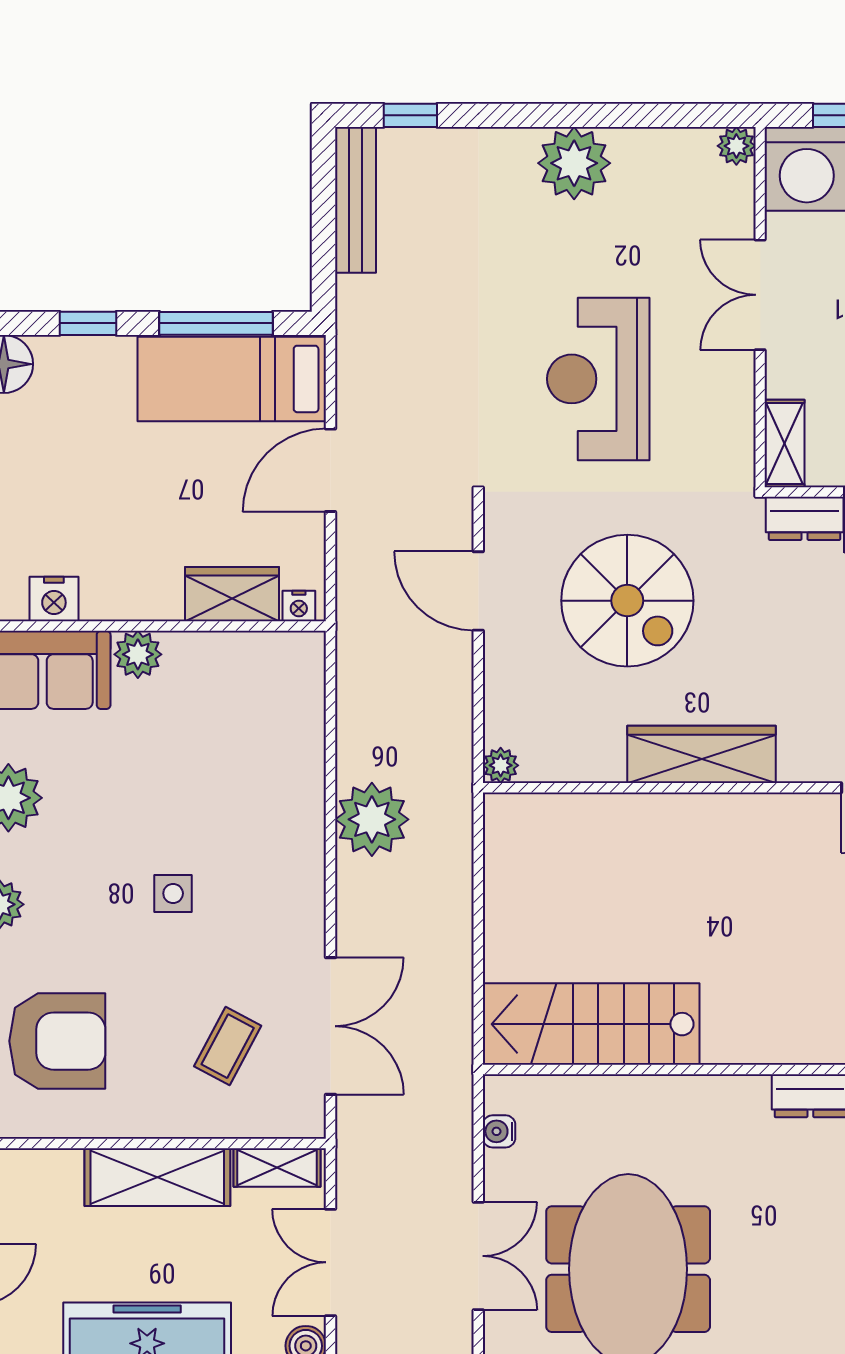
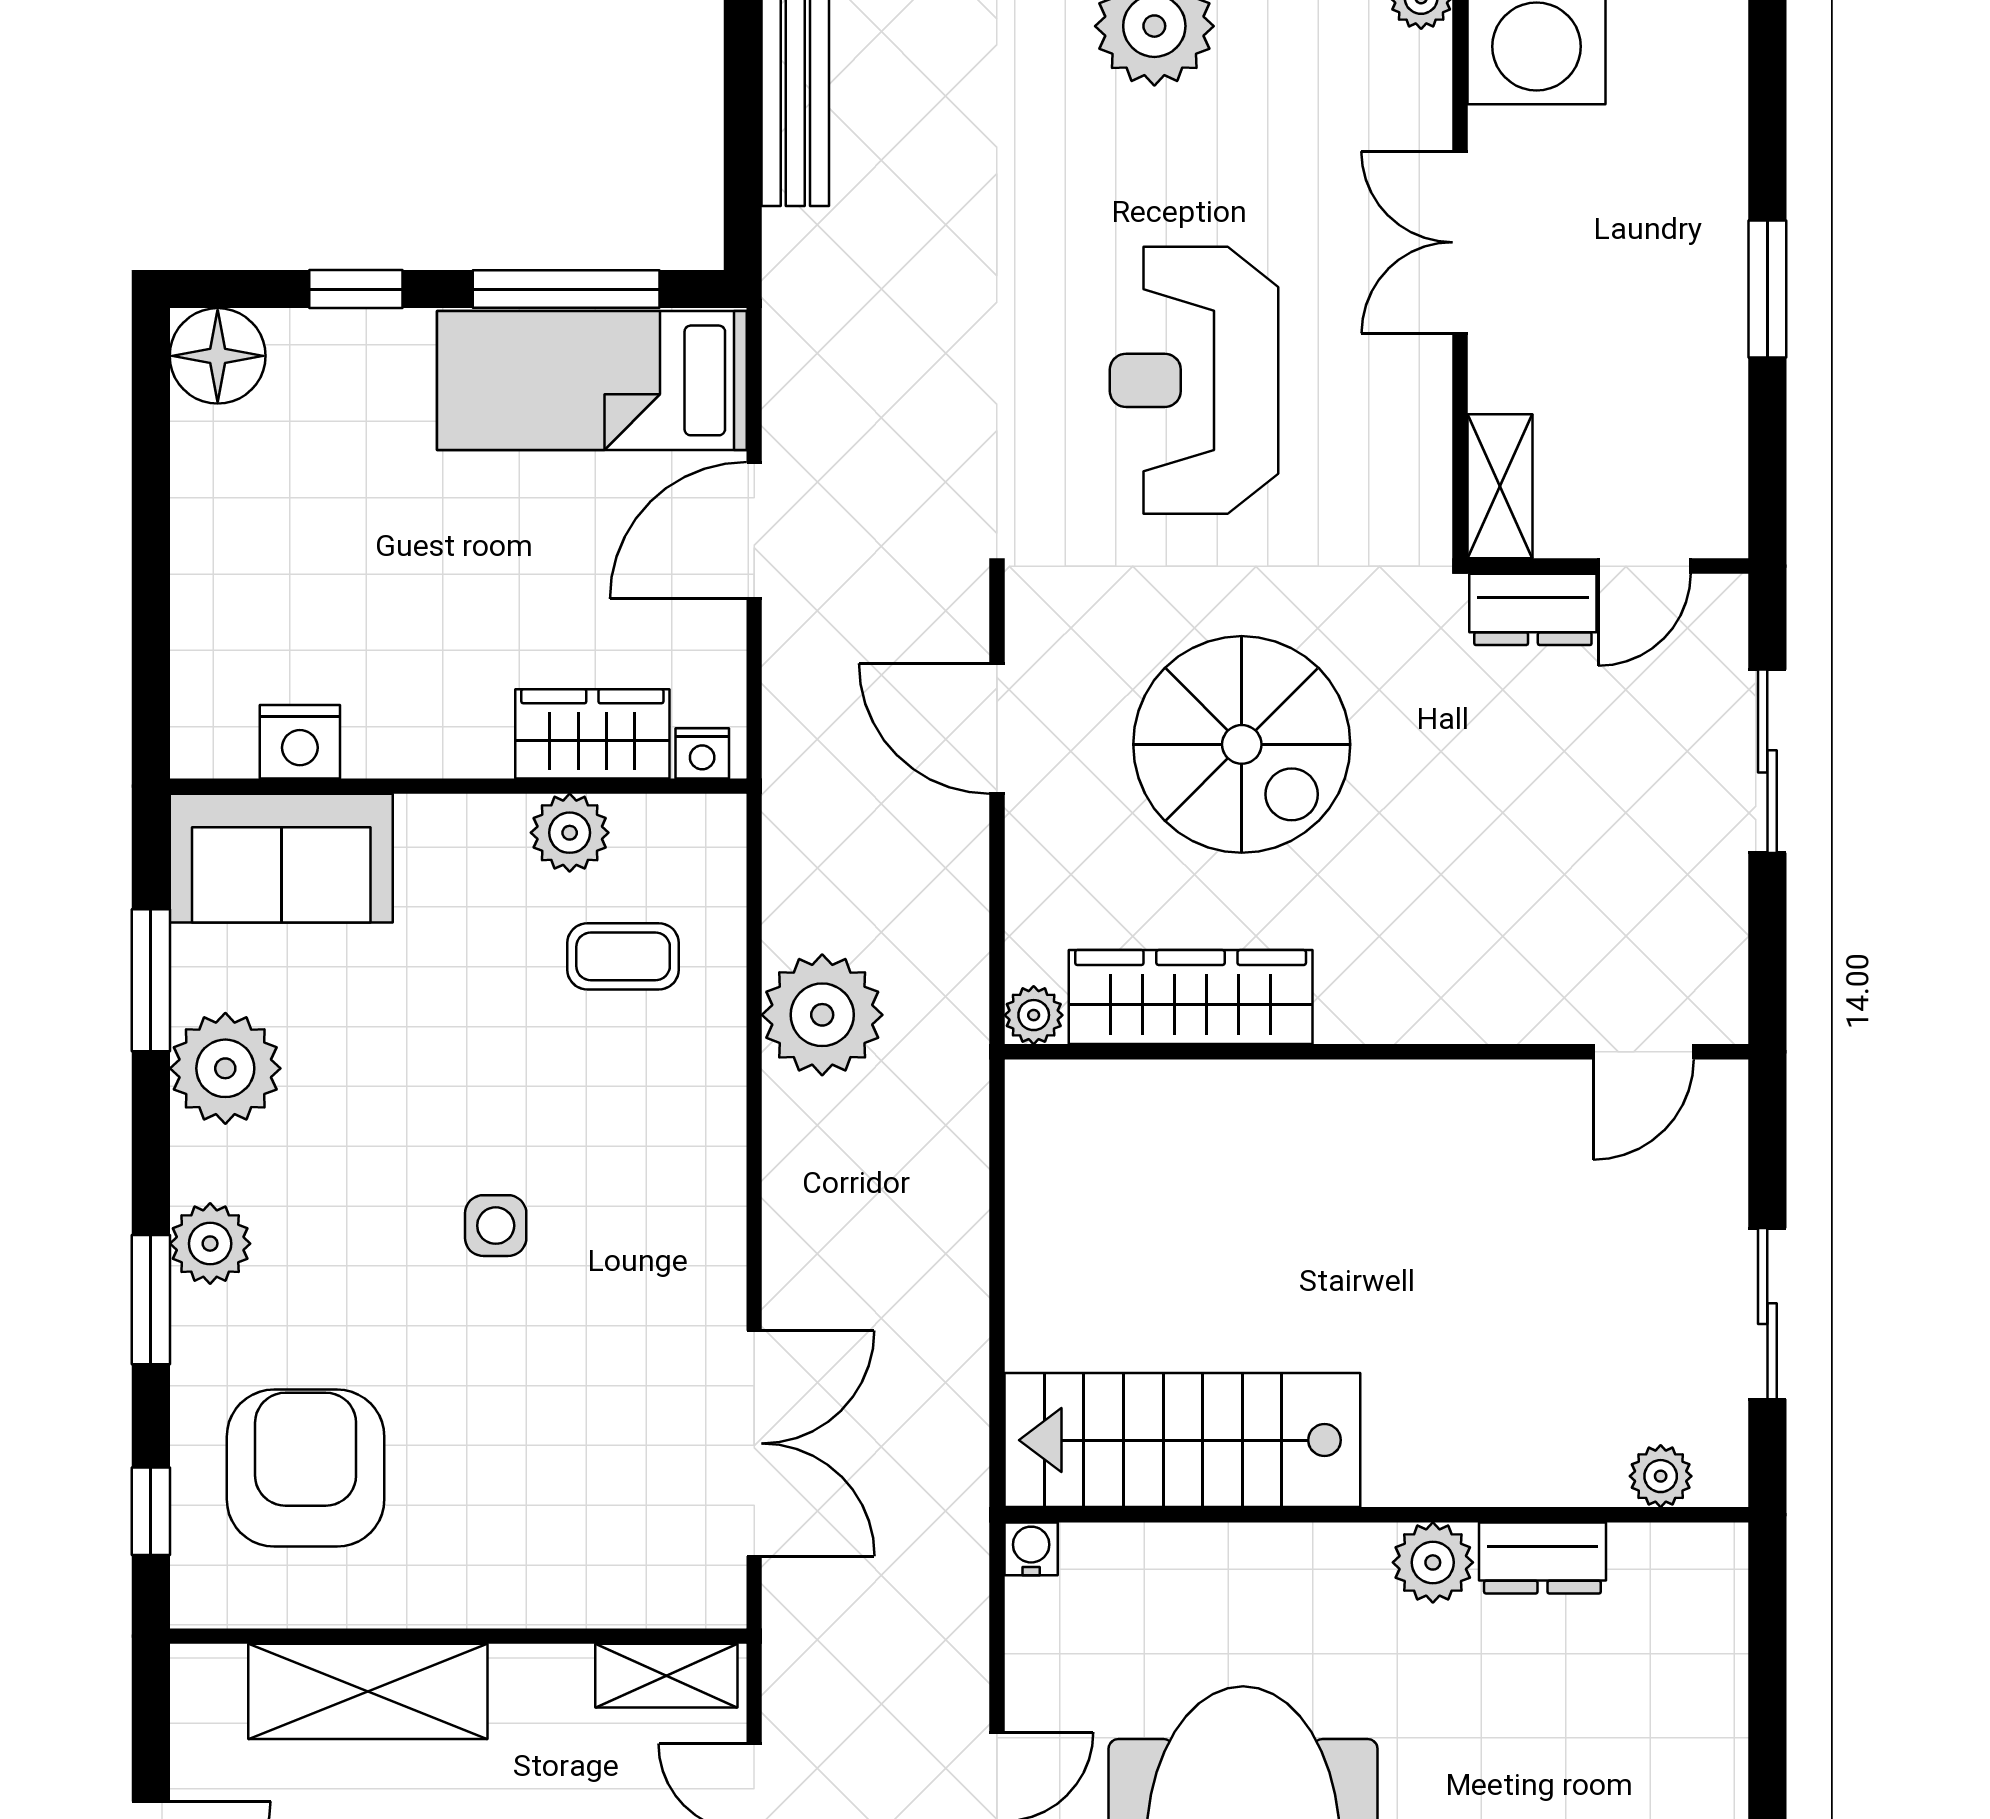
plant: (138, 654) -> (570, 833), moved
wardrobe: (702, 754) -> (1191, 997), moved
plant: (372, 819) -> (822, 1015), moved
armchair: (57, 1041) -> (306, 1468), turned -90
coffee table: (228, 1046) -> (623, 956), moved, turned 62
plant: (744, 1099) -> (1433, 1562), added
water cooler: (499, 1131) -> (1031, 1549), moved, turned 90
shelving: (157, 1177) -> (368, 1691), moved

